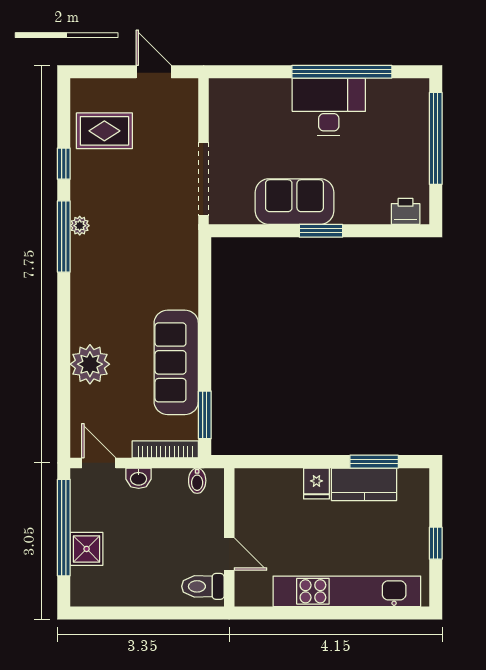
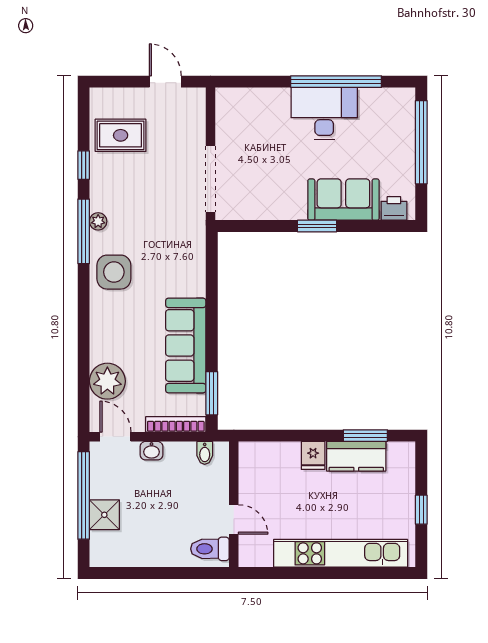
sofa: (294, 202) -> (343, 200), moved
side table: (97, 281) -> (114, 272), added
plant: (90, 364) -> (107, 381), moved

